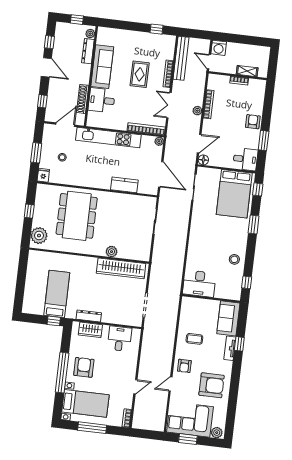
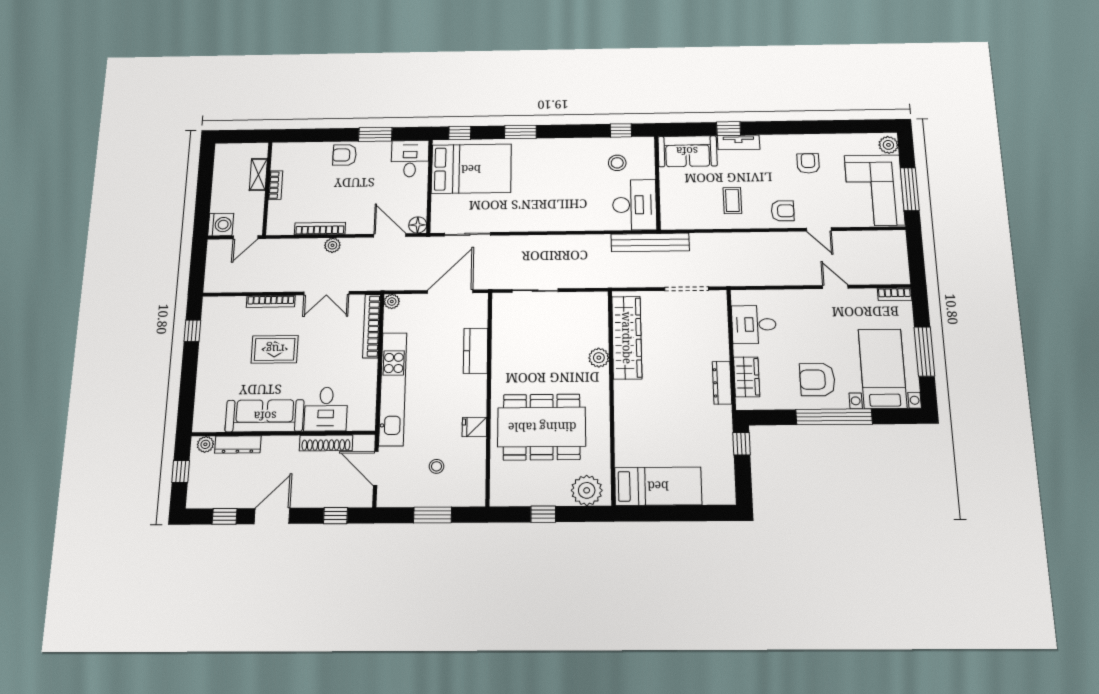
bench: (181, 58) -> (650, 242), moved
fridge: (43, 175) -> (474, 427), moved
stool: (234, 259) -> (617, 163), moved
bed: (57, 294) -> (658, 486), moved, turned 180
armchair: (212, 385) -> (808, 163), width x0.53, depth x0.53
window: (188, 439) -> (910, 189), width x1.44

